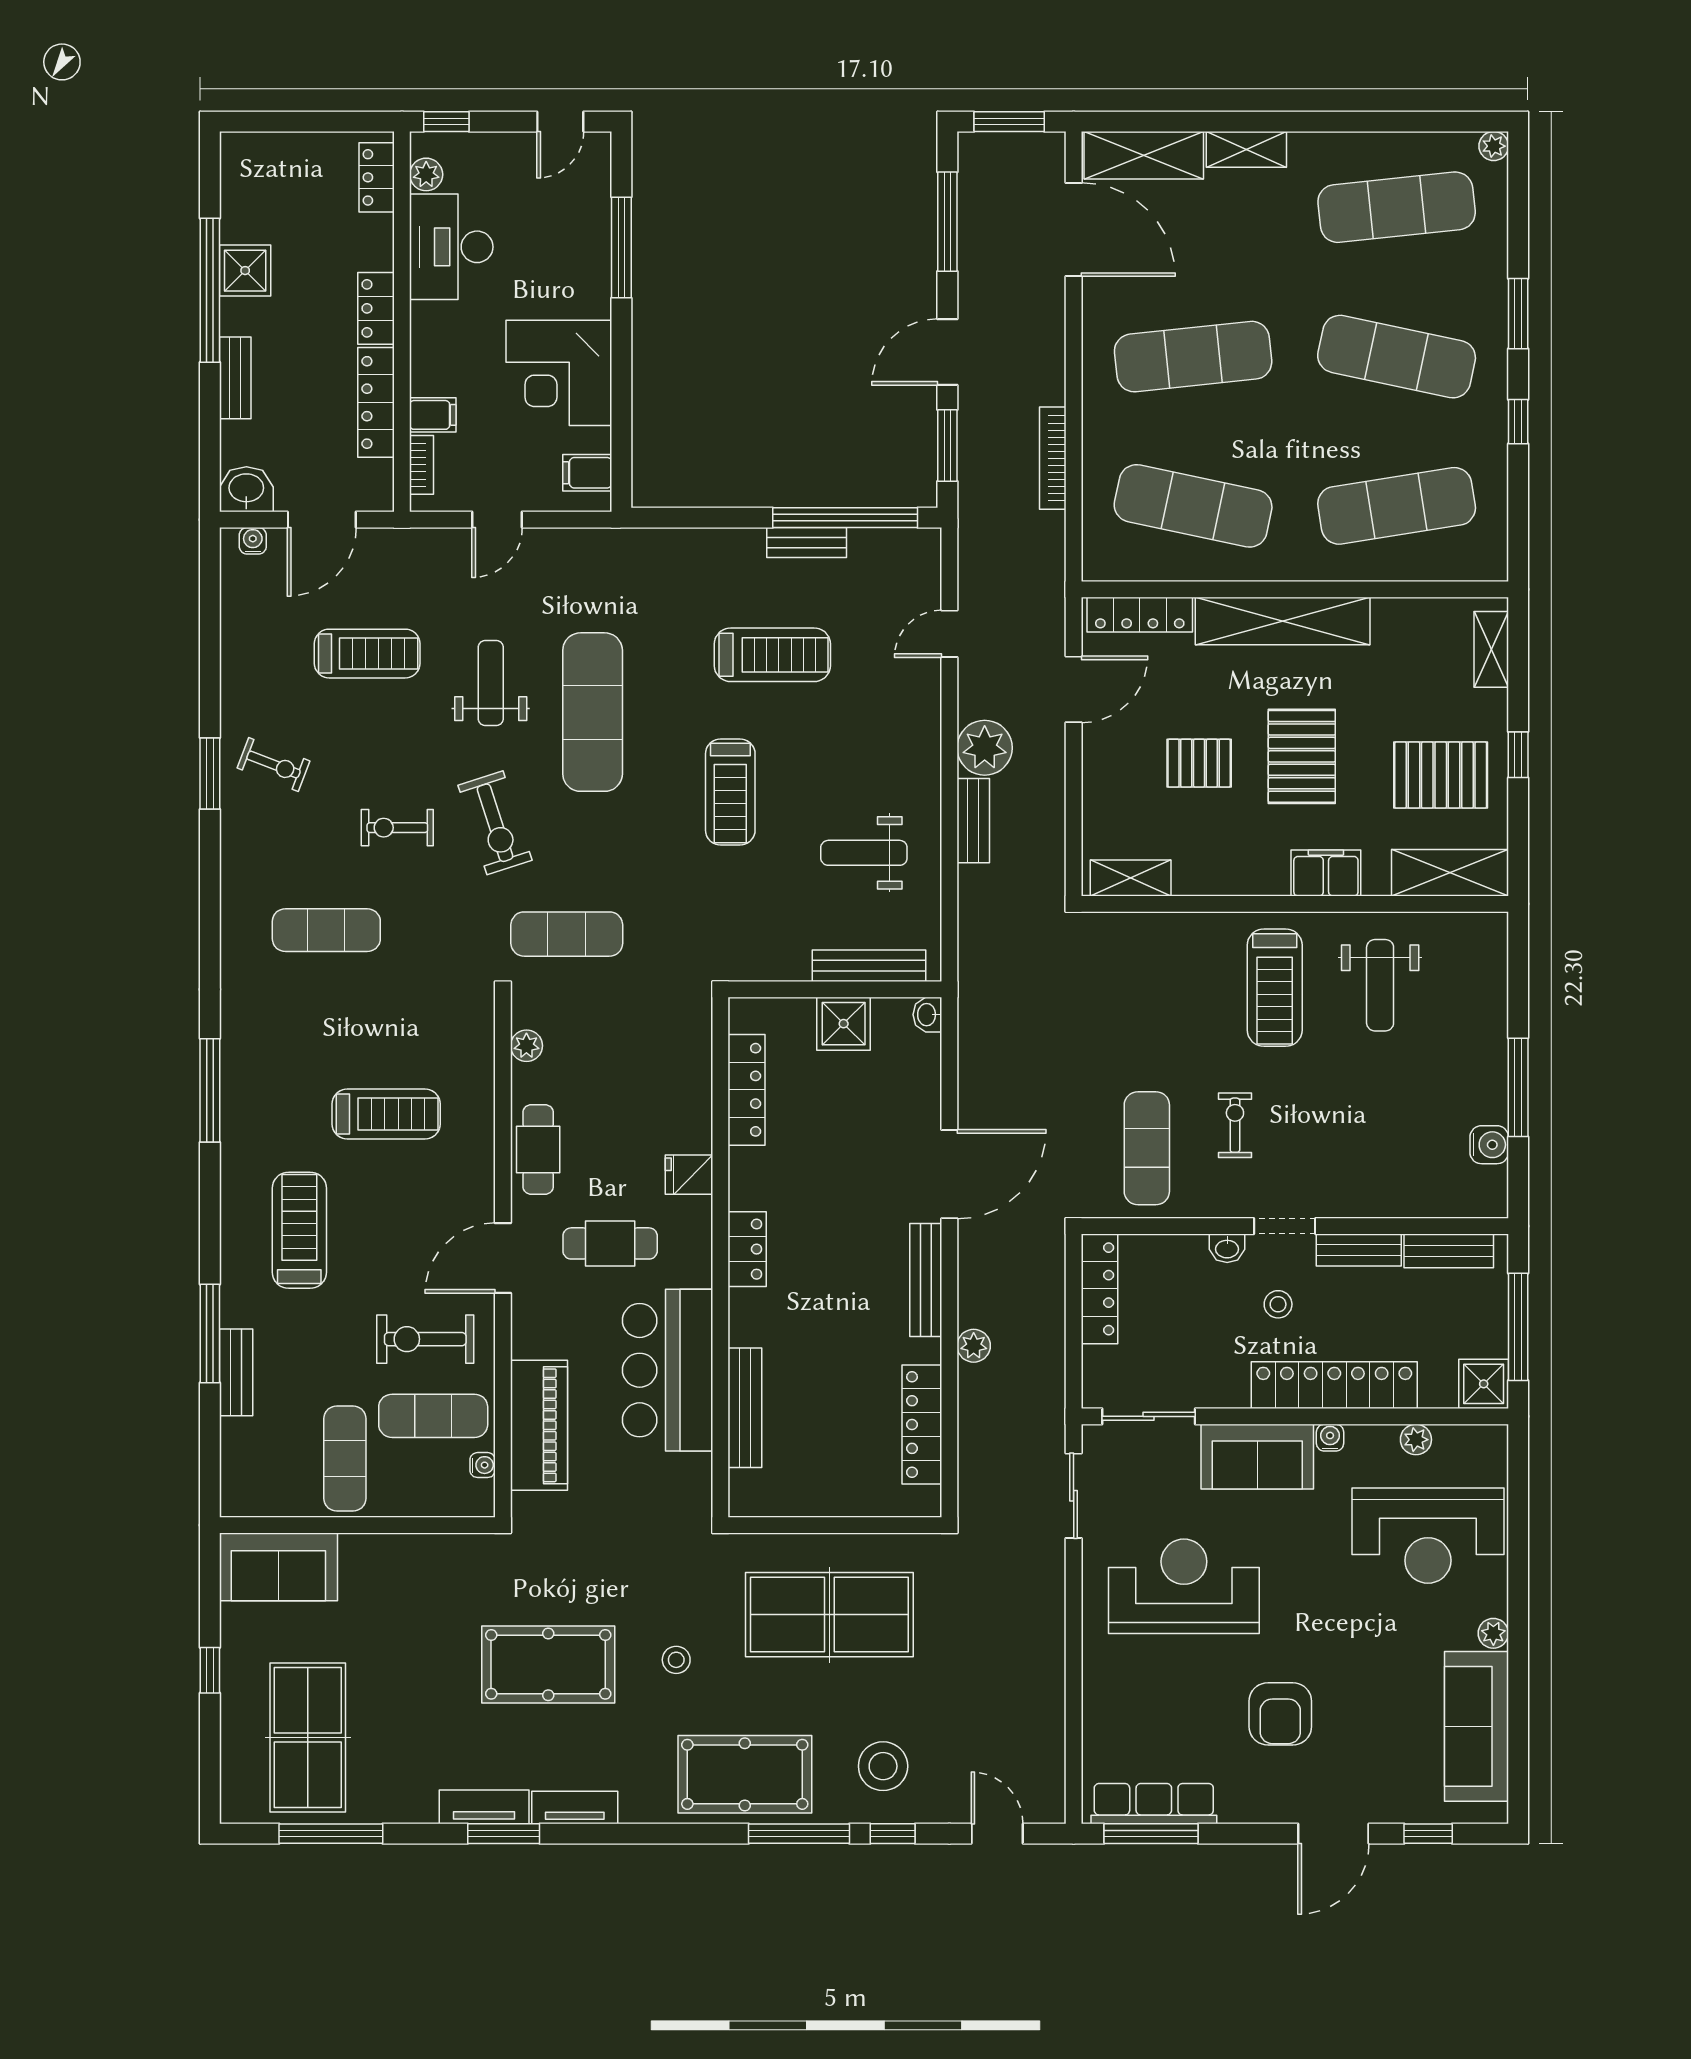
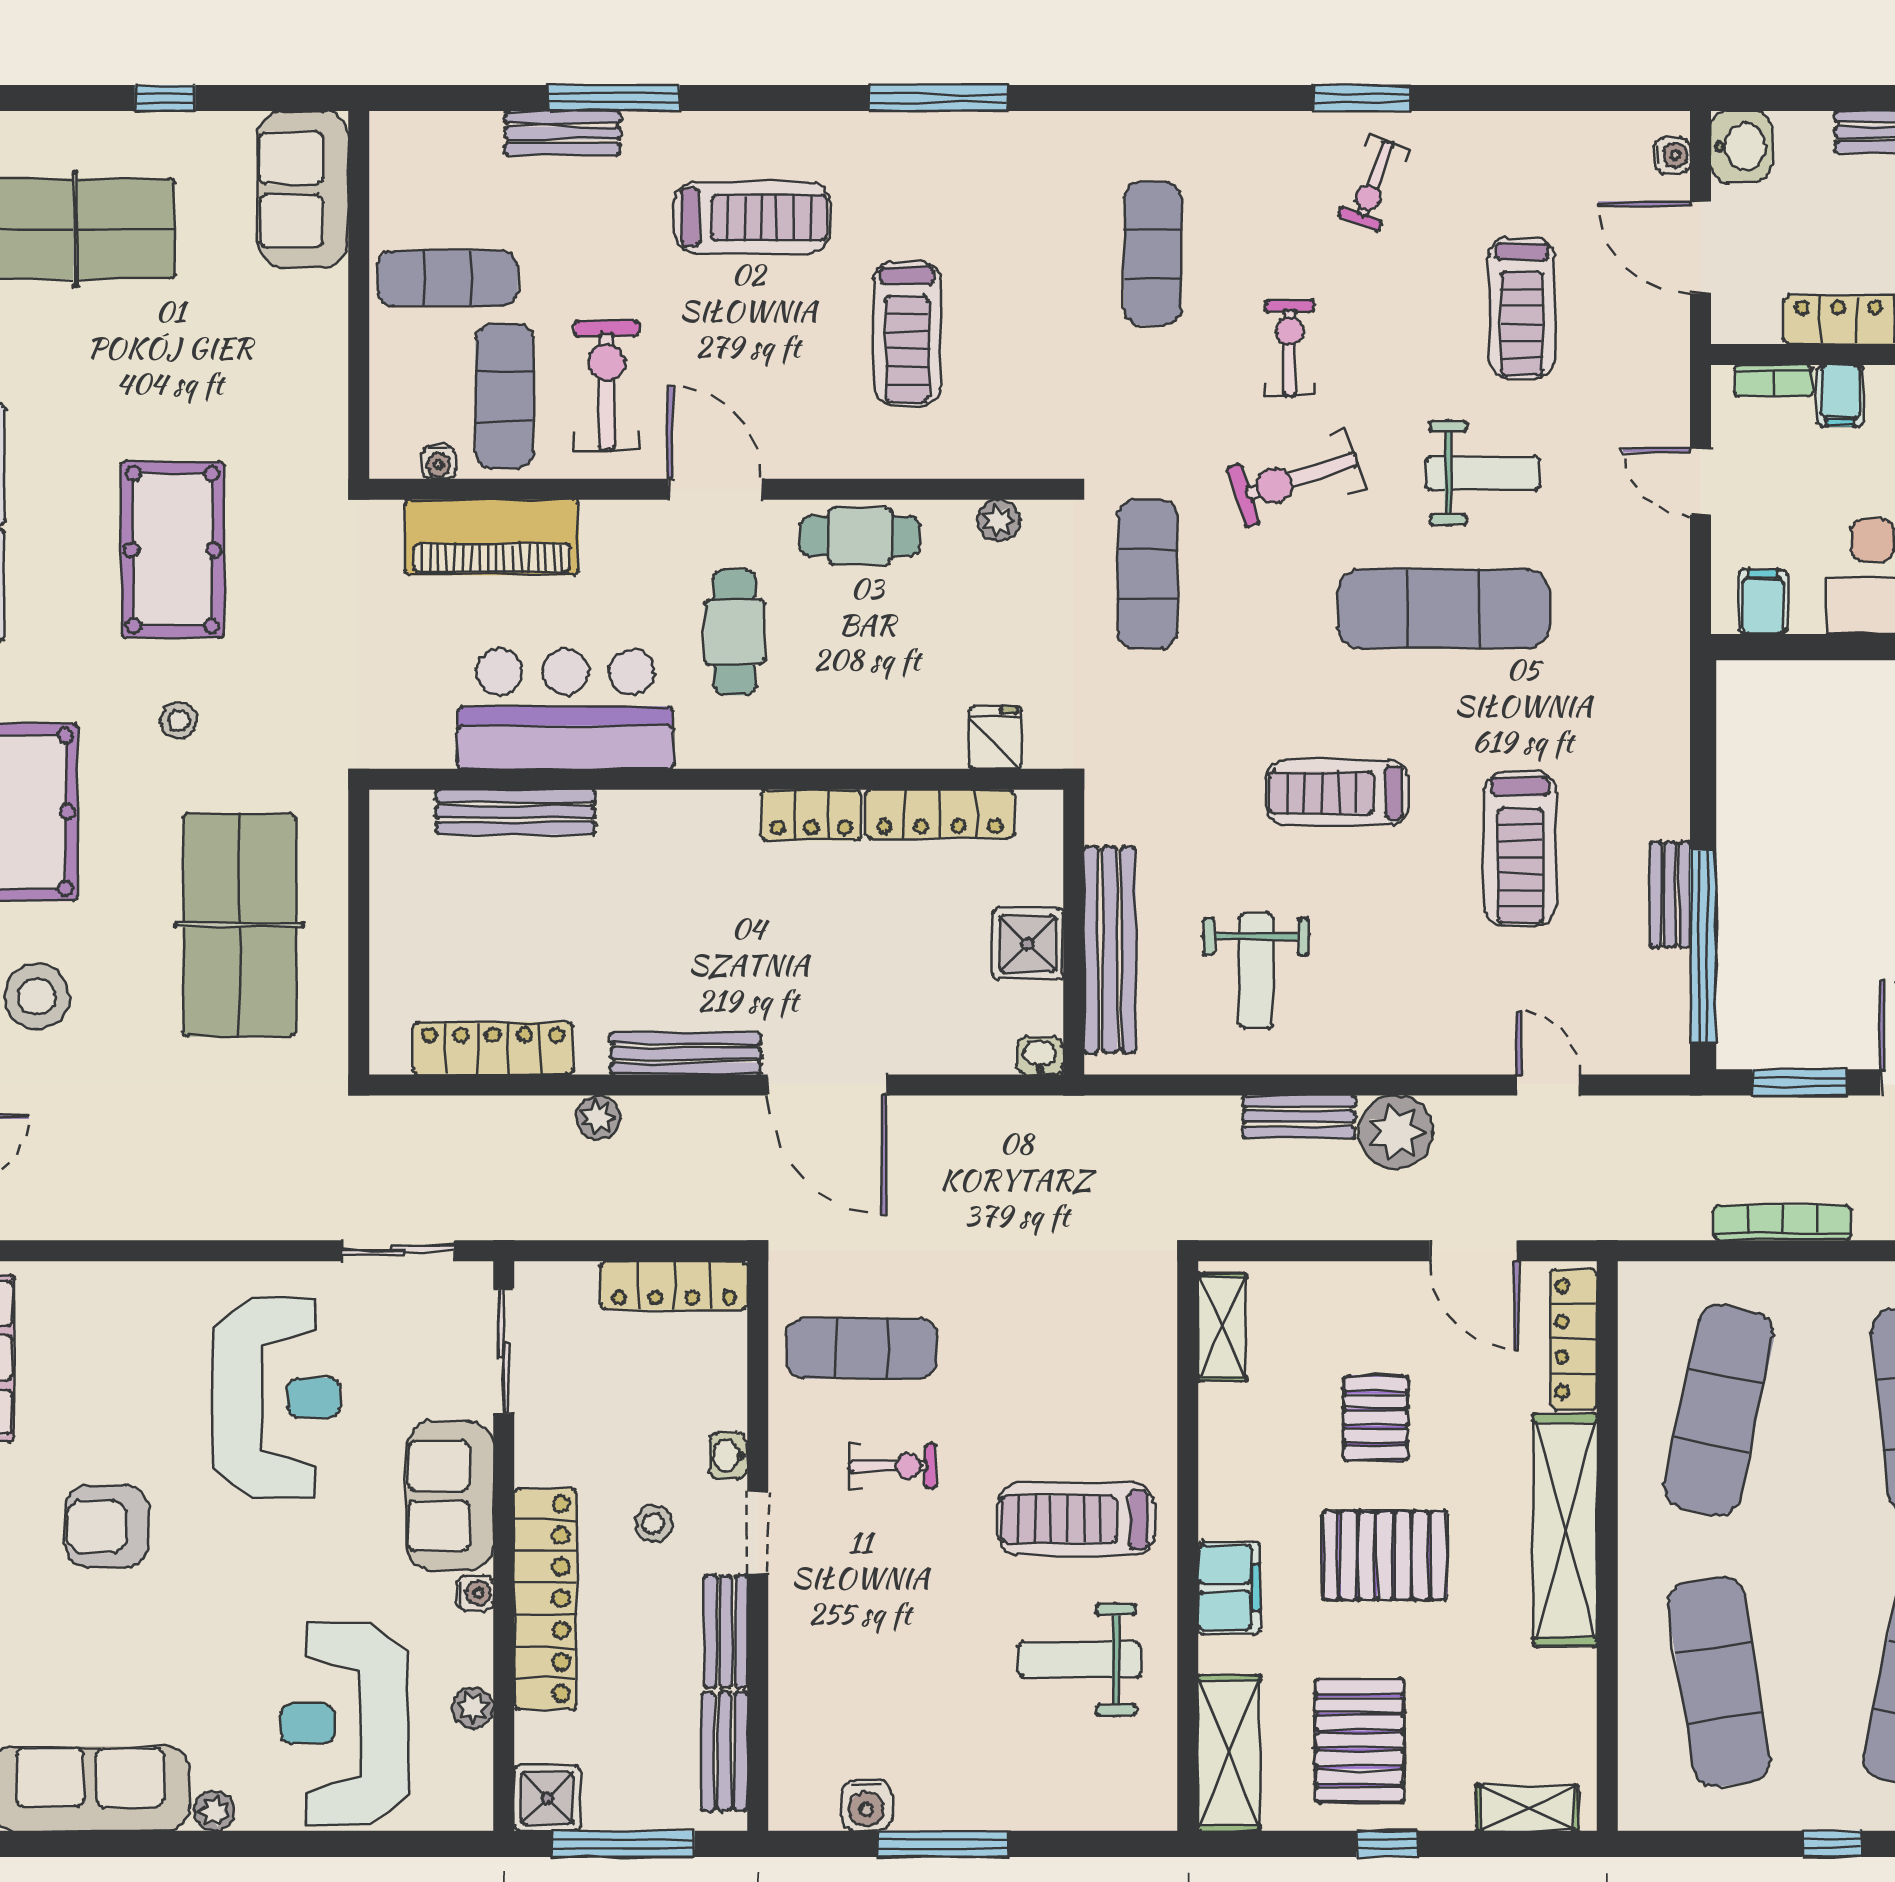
weight bench: (864, 853) -> (1256, 971), turned 180
bench: (869, 966) -> (1110, 950), width x1.37, depth x1.21
fridge: (689, 1175) -> (995, 737), moved
locker: (747, 1249) -> (811, 815), moved

